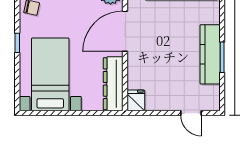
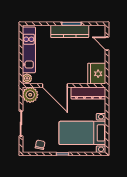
fridge: (136, 100) -> (97, 74), width x1.88, depth x1.34
door: (191, 113) -> (107, 44), swing flipped

